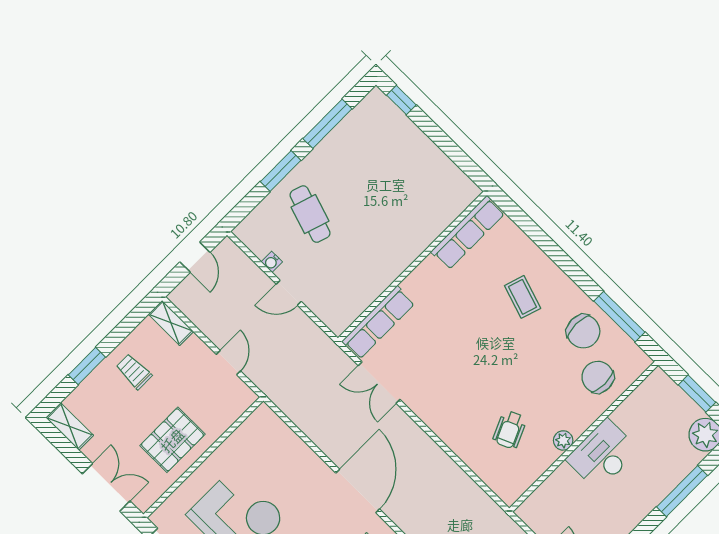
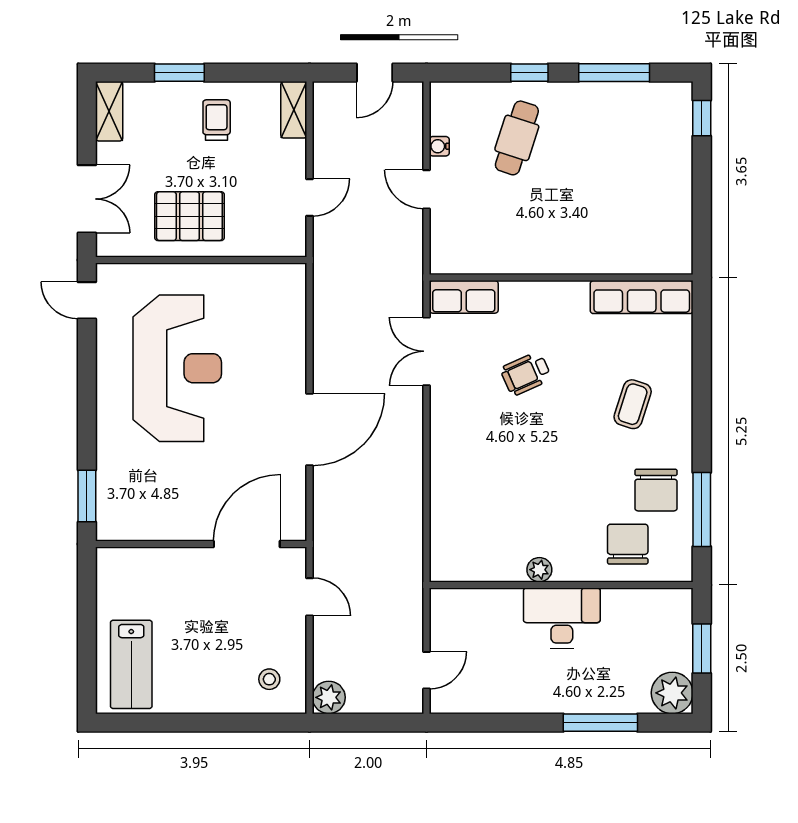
window: (281, 171) -> (529, 73), width x0.67
row of seats: (378, 322) -> (464, 297), width x0.68
wheelchair: (510, 430) -> (526, 374), moved

